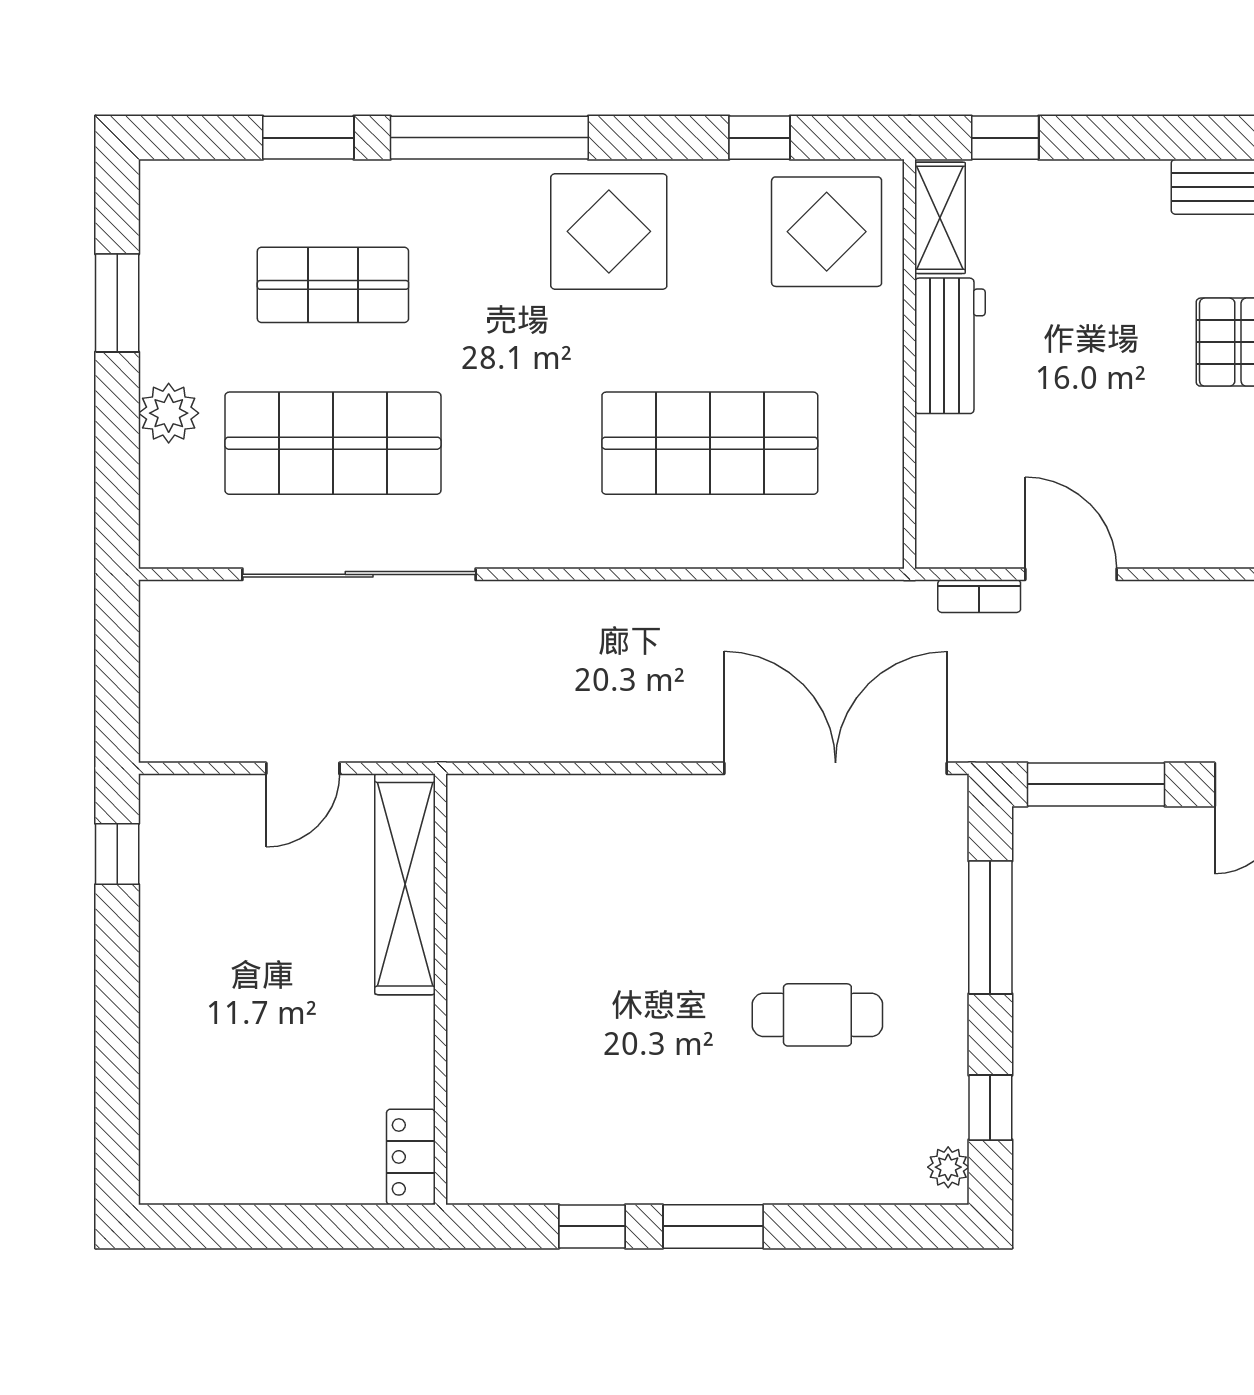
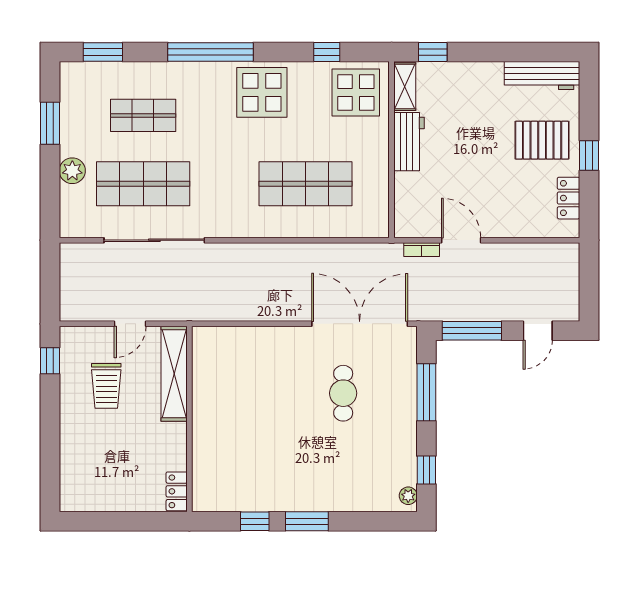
window: (308, 138) -> (103, 52), moved
trolley: (248, 912) -> (106, 386), added
cafe table: (817, 1015) -> (343, 393), moved, turned 90

